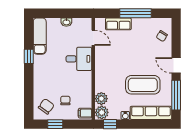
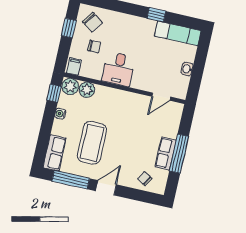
row of seats: (118, 24) -> (166, 153), moved
desk: (79, 59) -> (118, 69), moved
row of seats: (151, 113) -> (55, 153), width x0.68

